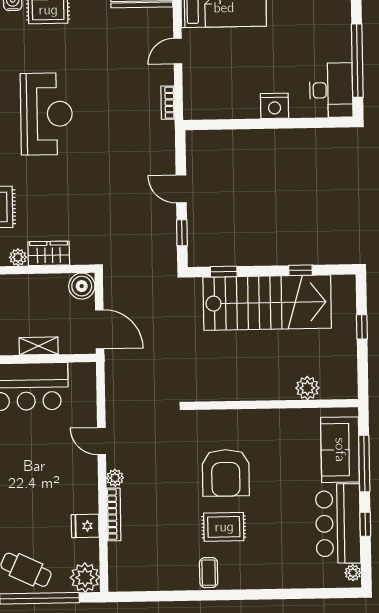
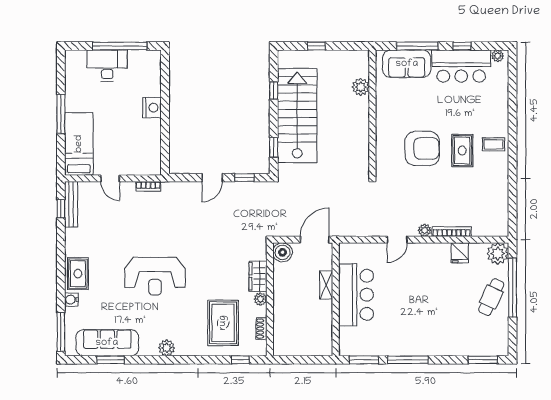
desk: (331, 90) -> (107, 66), moved
reception desk: (46, 114) -> (155, 276), turned 180
coffee table: (209, 573) -> (494, 144), moved

